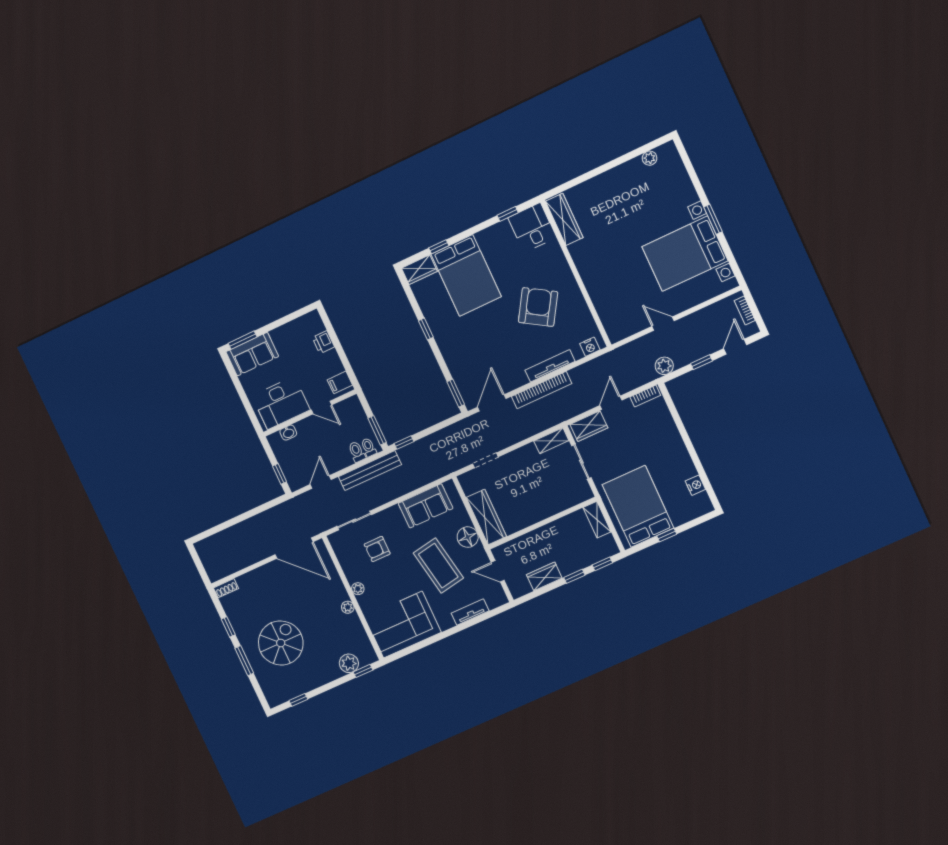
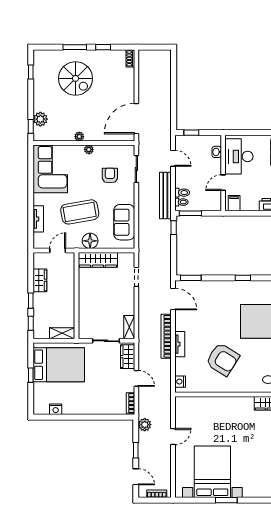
tv unit: (550, 366) -> (180, 344), width x0.71

